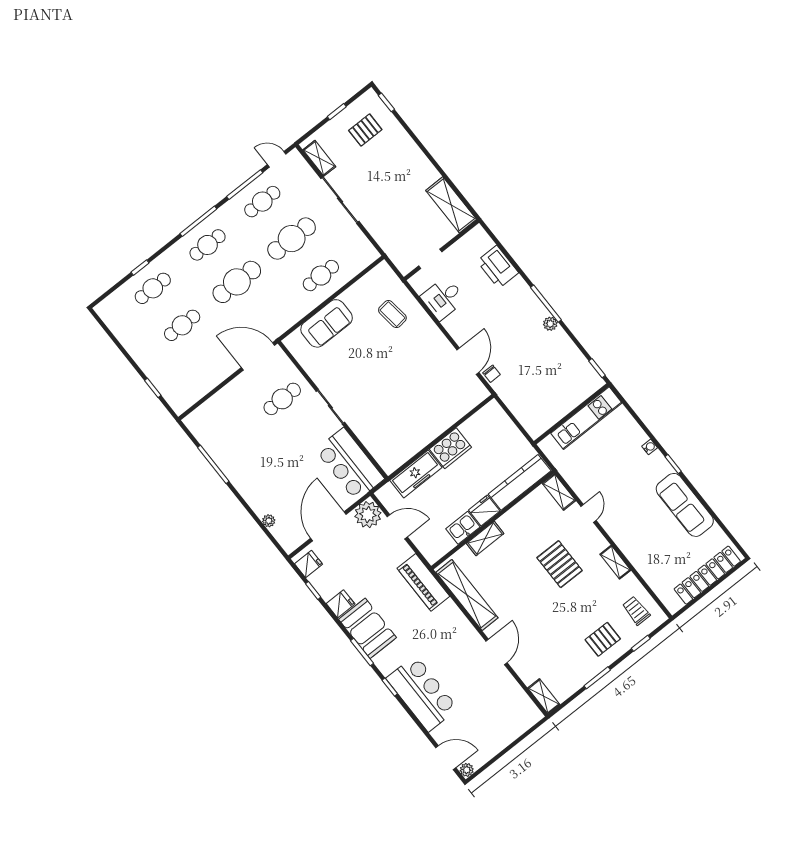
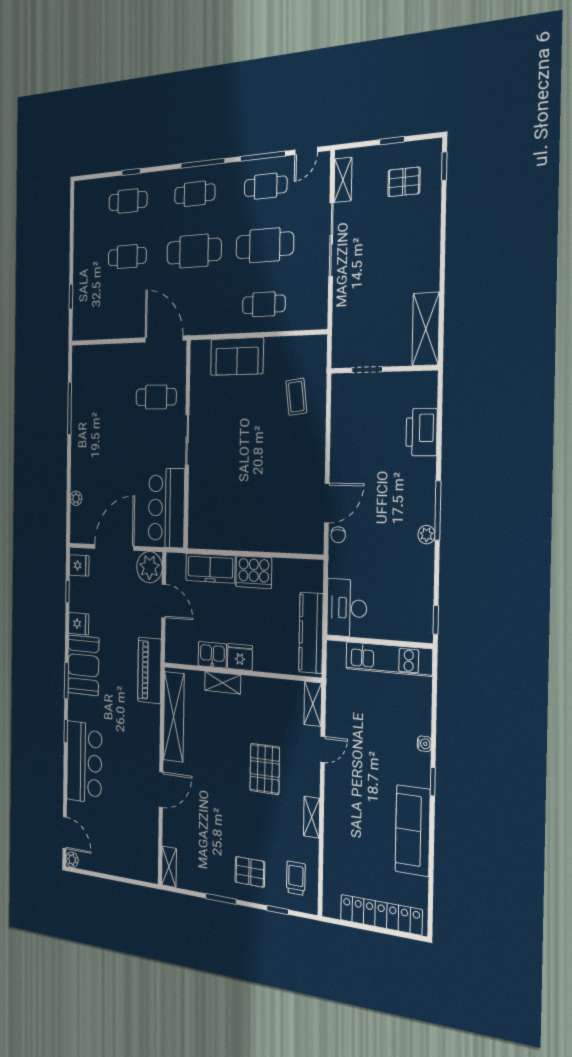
door: (277, 159) -> (306, 151), swing flipped
desk: (443, 298) -> (347, 608), moved, width x1.37
kitchen counter: (520, 482) -> (311, 633), moved, turned -90

